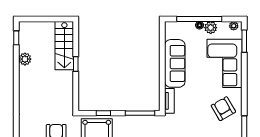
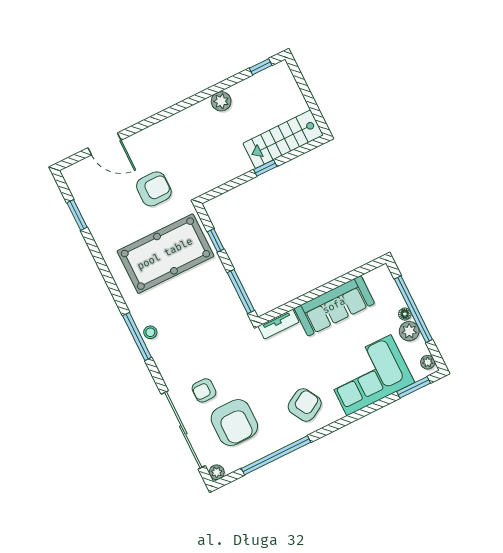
plant: (25, 59) -> (221, 101), moved

